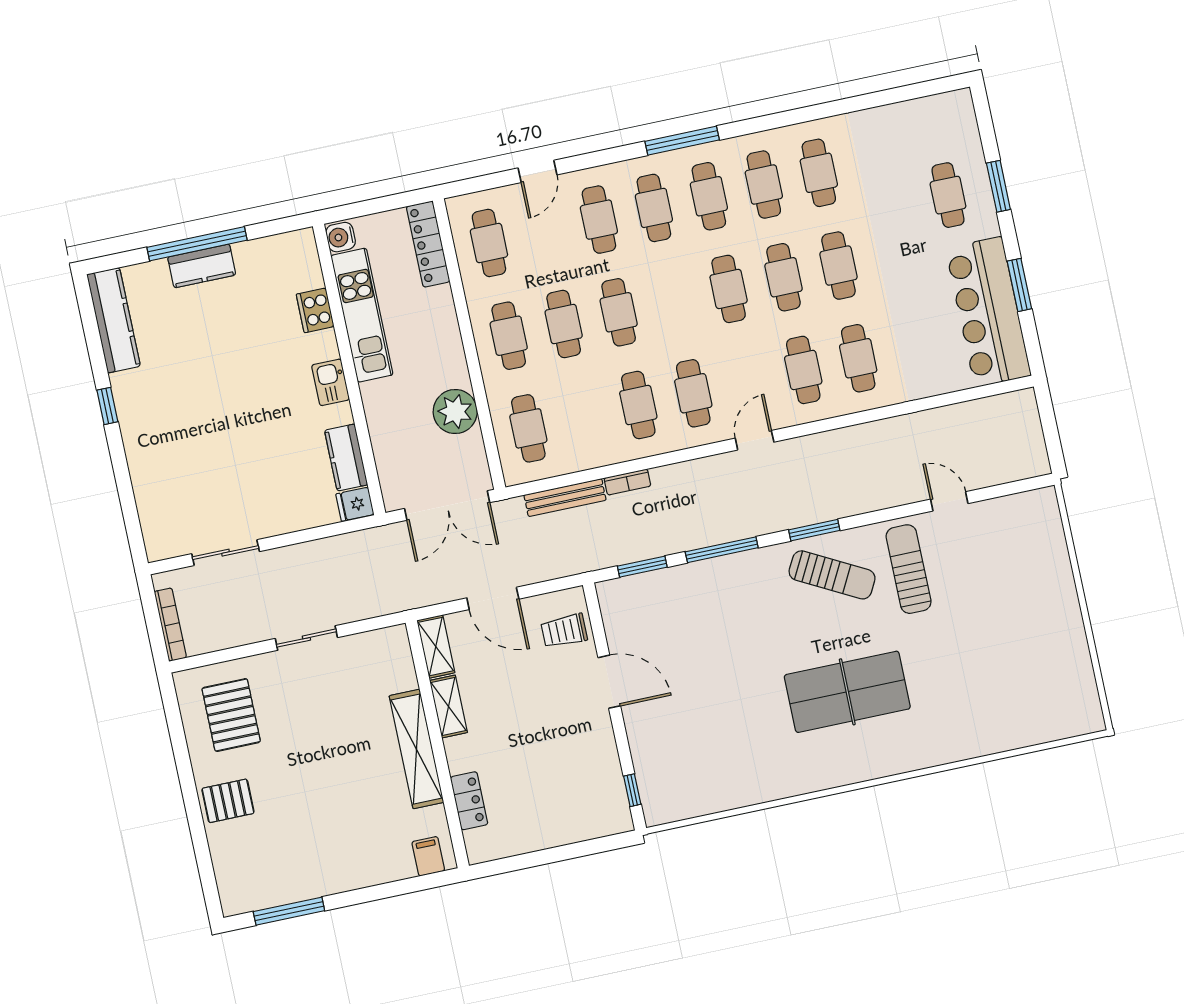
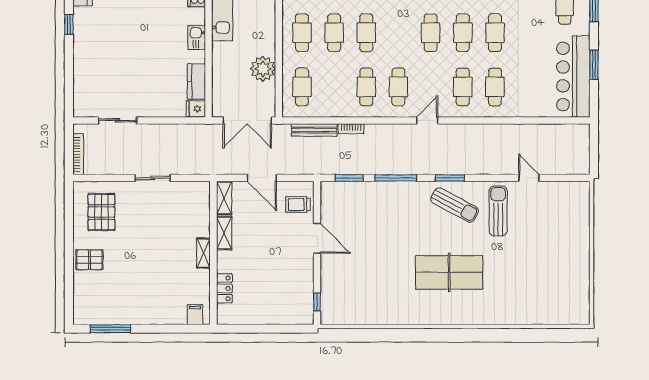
shelving: (416, 749) -> (203, 253), width x0.45, depth x0.75

